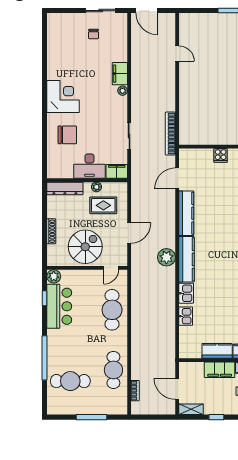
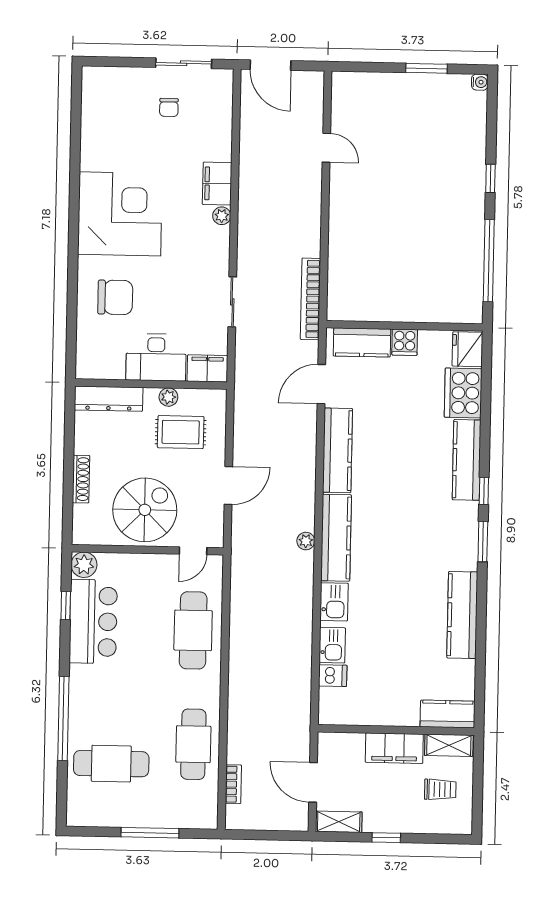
corner desk: (63, 97) -> (120, 214), width x1.36, depth x1.36
plant: (166, 257) -> (306, 541), width x0.53, depth x0.53
dishwasher: (186, 332) -> (333, 676), added
kitchen counter: (217, 351) -> (362, 342), moved, turned 180

